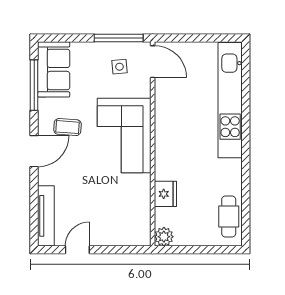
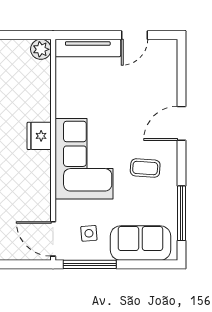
sofa: (54, 69) -> (140, 243), moved, turned 90
door: (34, 151) -> (182, 123), moved
fridge: (165, 194) -> (39, 136), moved
tv unit: (46, 216) -> (88, 48), moved, turned -90

